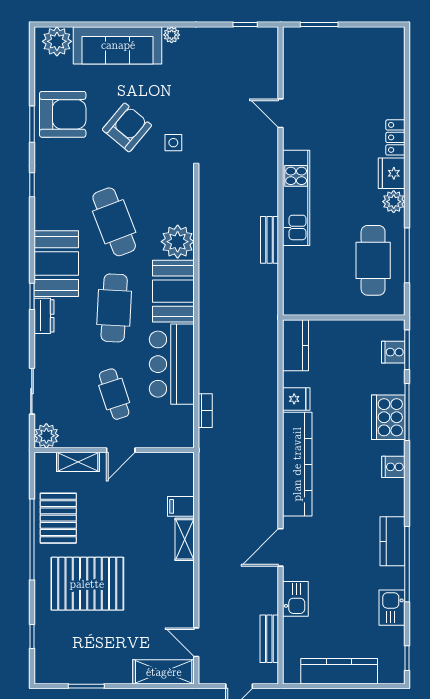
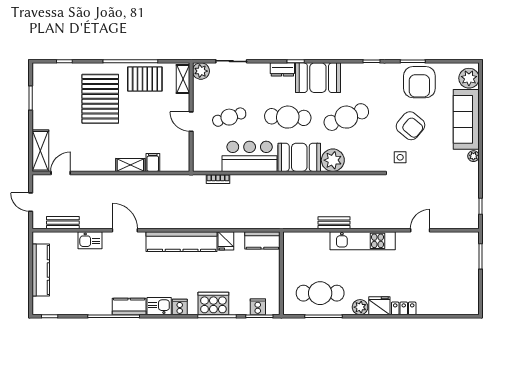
shelving: (78, 462) -> (183, 79), moved
kitchen sink: (392, 608) -> (159, 306), moved

